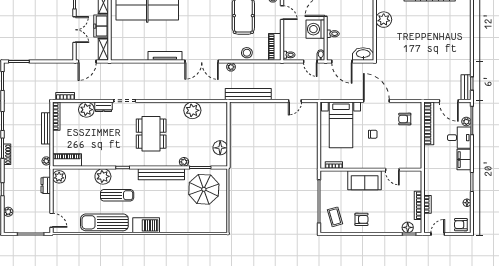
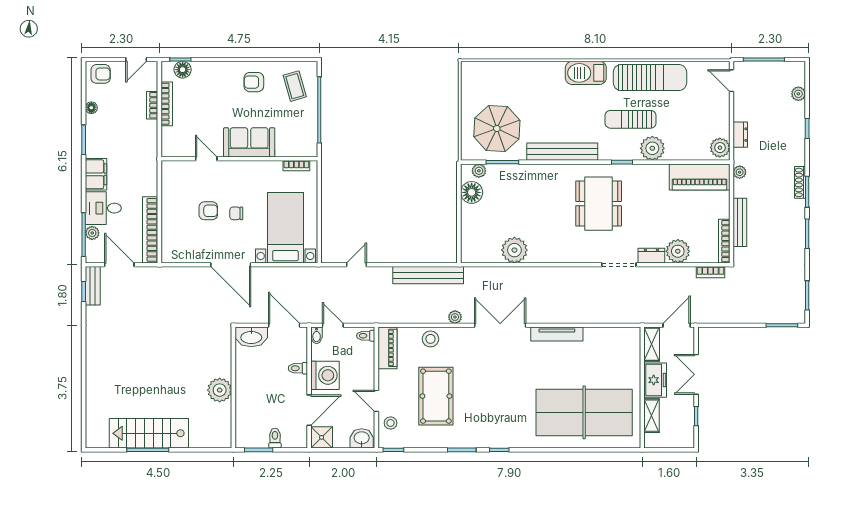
armchair: (405, 119) -> (208, 211), moved
dining table: (151, 134) -> (599, 204), moved
piano: (67, 160) -> (700, 177), width x1.37, depth x1.33
plant: (184, 162) -> (479, 171), moved

